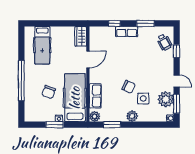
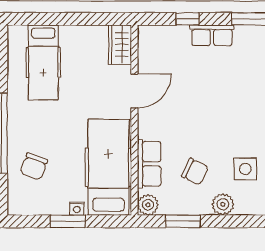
chair: (129, 87) -> (195, 172), moved
chair: (49, 92) -> (34, 166), moved

